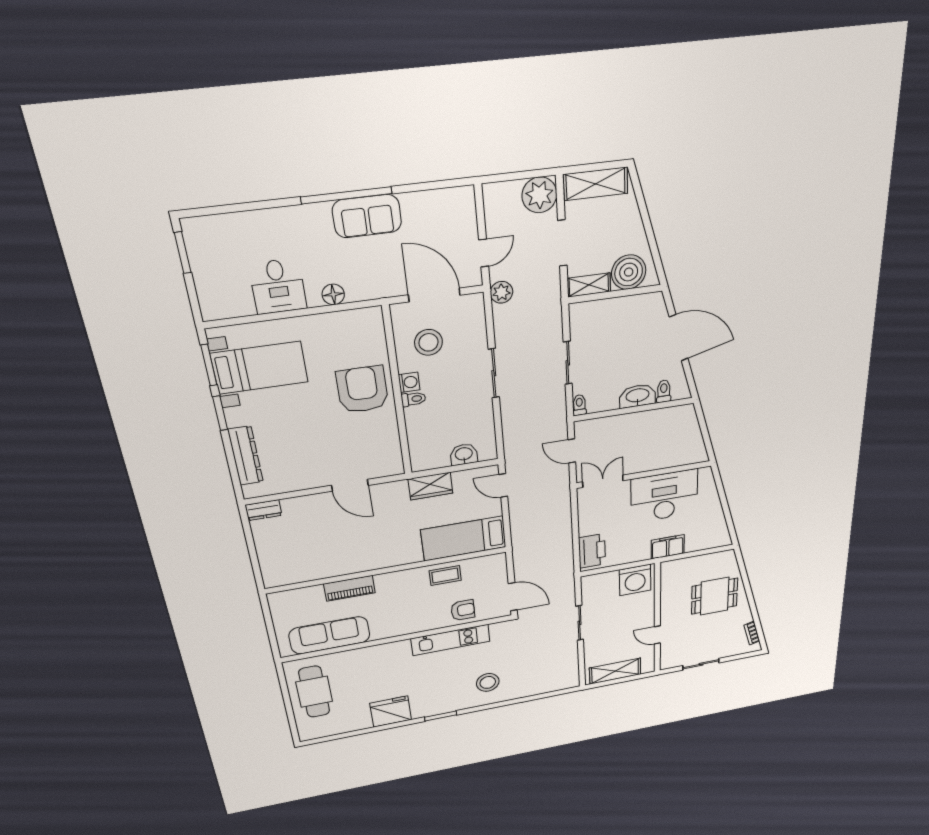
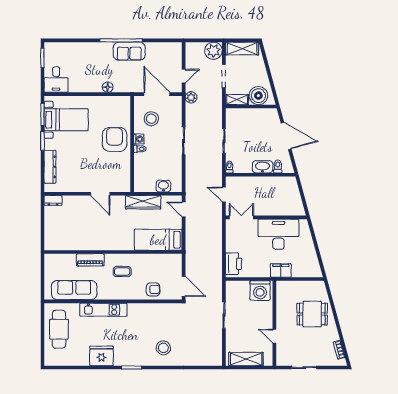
desk: (278, 286) -> (56, 80), moved
wardrobe: (430, 486) -> (143, 202), width x1.50
coffee table: (445, 576) -> (122, 272), moved
kitchen unit: (451, 640) -> (103, 310), moved

